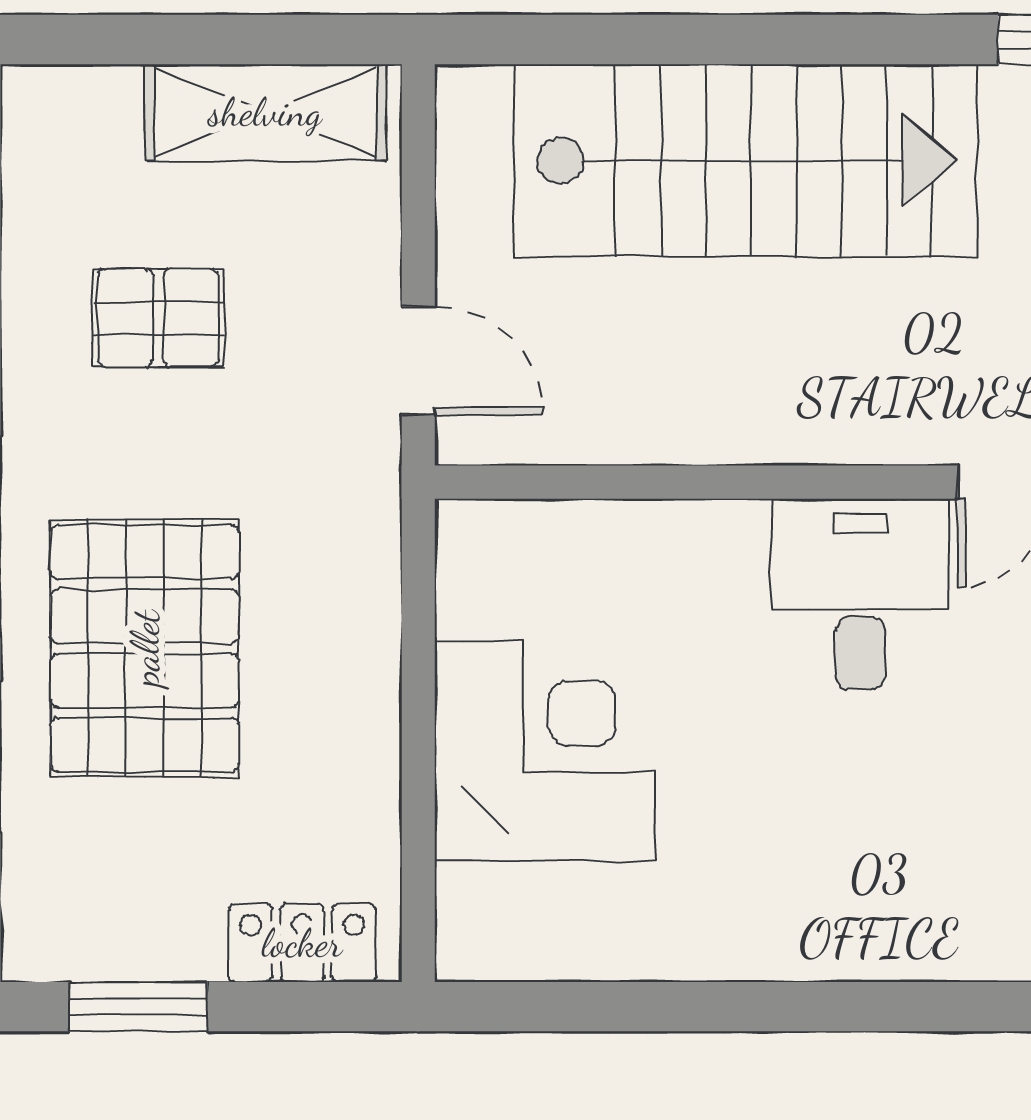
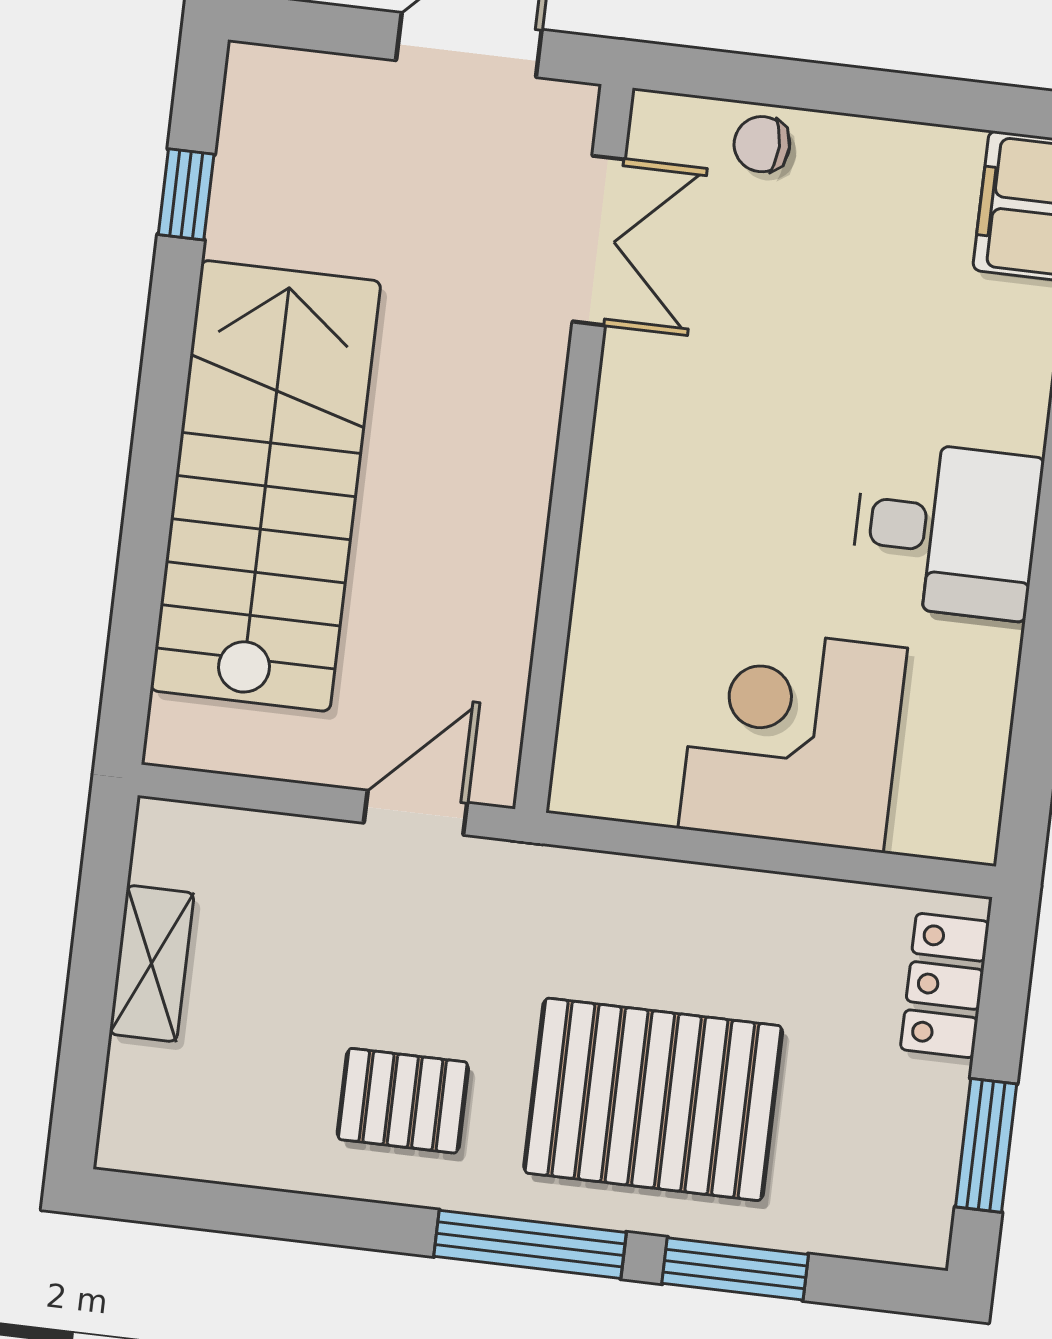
shelving: (265, 112) -> (152, 963), width x0.67, depth x0.75
pallet: (158, 318) -> (403, 1101), moved, turned 90
desk: (860, 594) -> (946, 530), moved, turned 180

